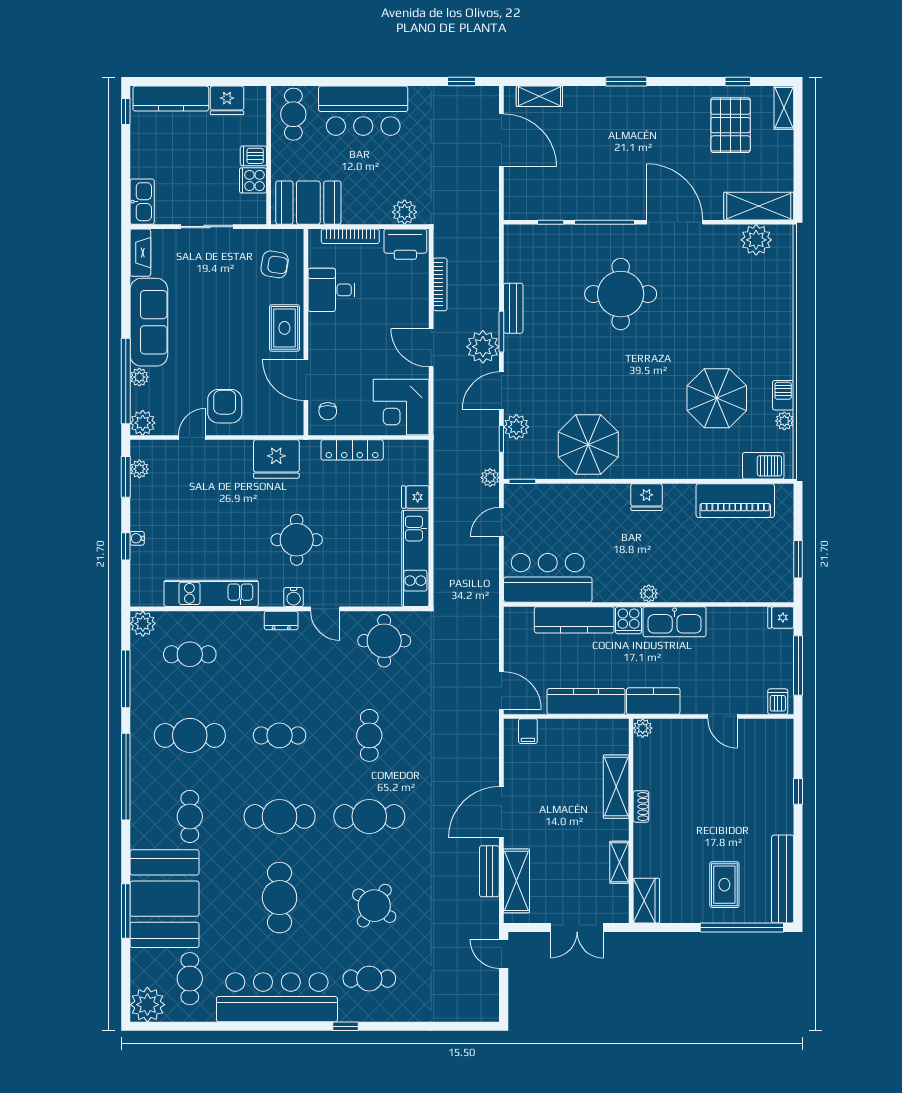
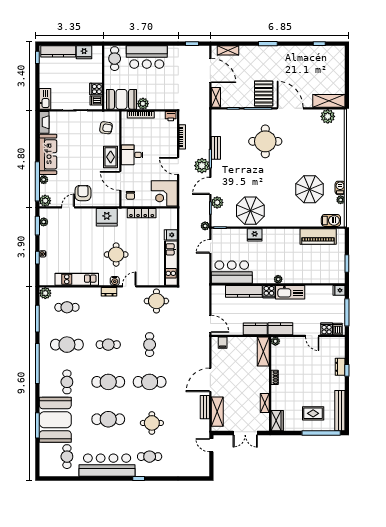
shelving: (784, 108) -> (216, 97), moved
pallet: (731, 125) -> (264, 93), moved
dishwasher: (253, 156) -> (96, 100), moved
plant: (405, 212) -> (143, 104), moved
printer: (405, 244) -> (171, 116), width x0.53, depth x0.68
desk: (332, 290) -> (132, 155), moved
fridge: (646, 497) -> (255, 235), moved
door: (325, 609) -> (129, 286), swing flipped
kitchen counter: (586, 701) -> (255, 329), width x0.67
cooker: (754, 701) -> (327, 329), added
dresser: (783, 784) -> (340, 367), added
shelving: (616, 787) -> (263, 352), moved
rug: (724, 885) -> (313, 413), turned 90
cafe table: (280, 898) -> (108, 419), turned 90
round table: (374, 906) -> (152, 423), turned -35
plant: (147, 1005) -> (47, 469), removed

